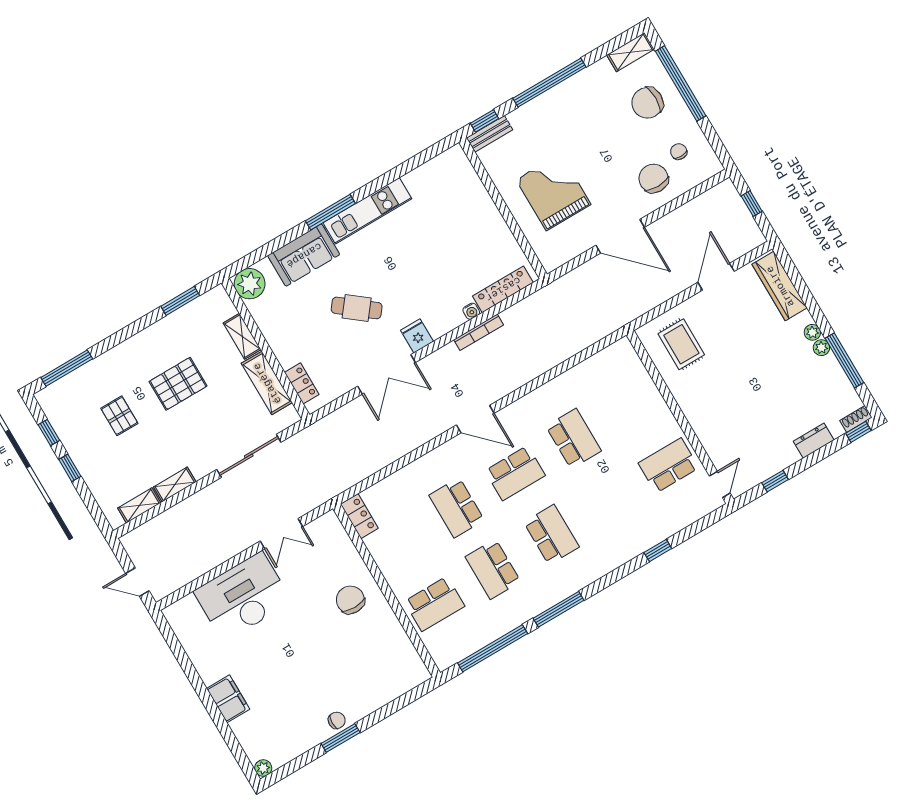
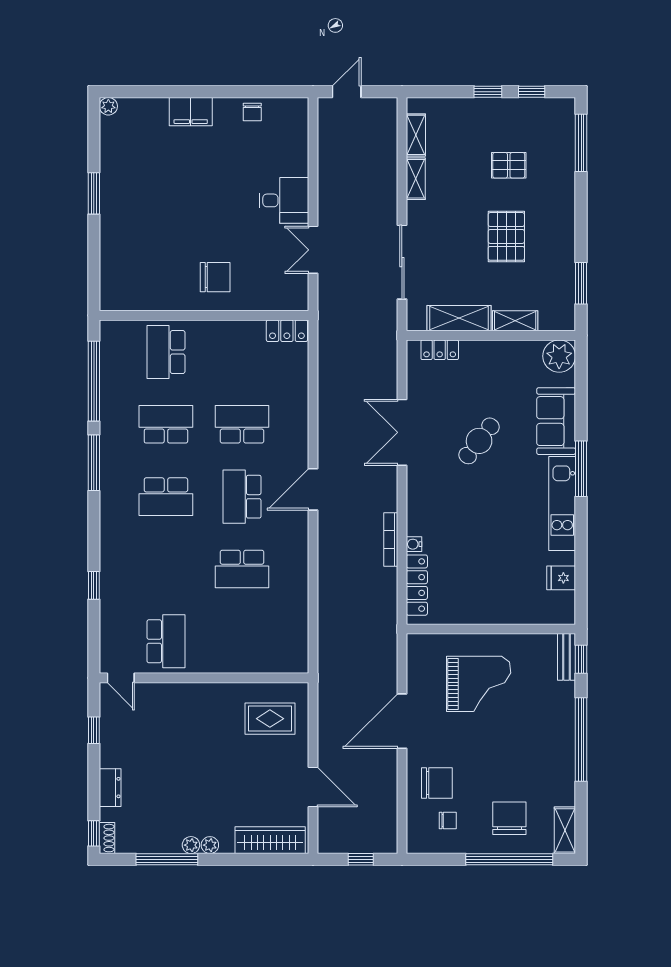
fridge: (417, 336) -> (561, 578), moved, turned 180
desk: (243, 597) -> (284, 200), width x0.53, depth x0.77
chair: (337, 720) -> (252, 112), moved

